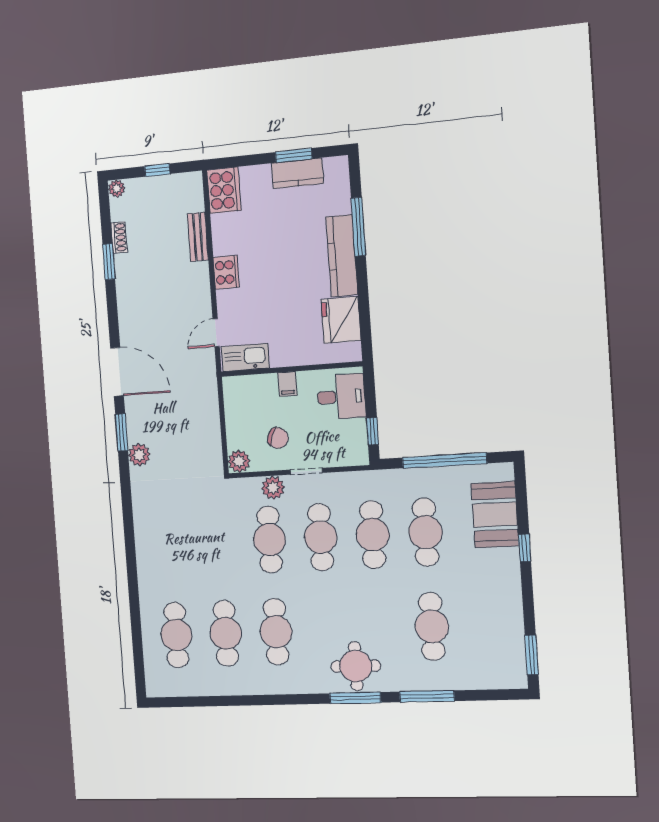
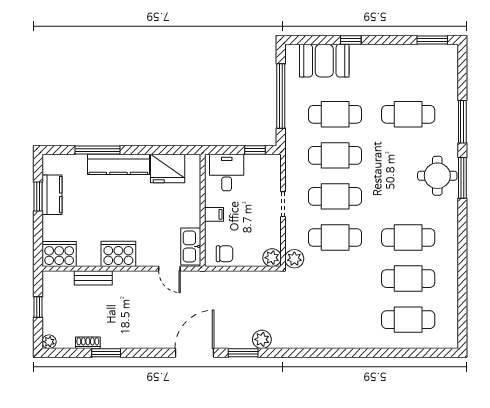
cooker: (226, 272) -> (118, 254), width x1.37, depth x1.31
chair: (278, 438) -> (225, 254), moved, turned 69
plant: (273, 488) -> (294, 259), moved

